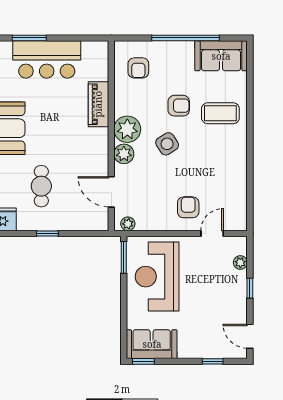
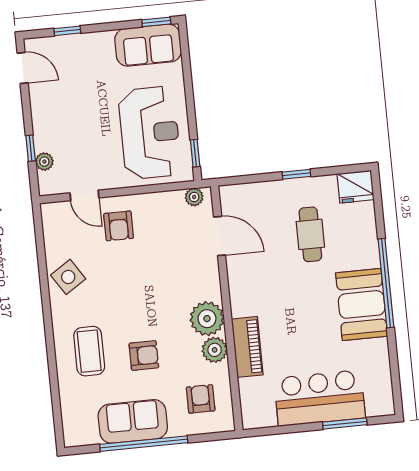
sofa: (221, 56) -> (133, 421), moved
armchair: (179, 106) -> (144, 355), turned 180
coffee table: (220, 113) -> (89, 351), turned 90
side table: (167, 144) -> (68, 277), moved
plant: (124, 154) -> (215, 350), moved
door: (212, 233) -> (84, 195), hinge flipped
window: (124, 257) -> (195, 153), width x0.67
window: (250, 288) -> (31, 148), moved

